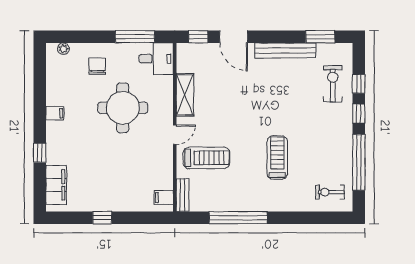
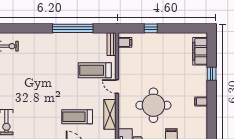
door: (175, 135) -> (117, 86), hinge flipped
treadmill: (277, 158) -> (77, 117), moved, turned 90
window: (102, 218) -> (151, 28), moved

